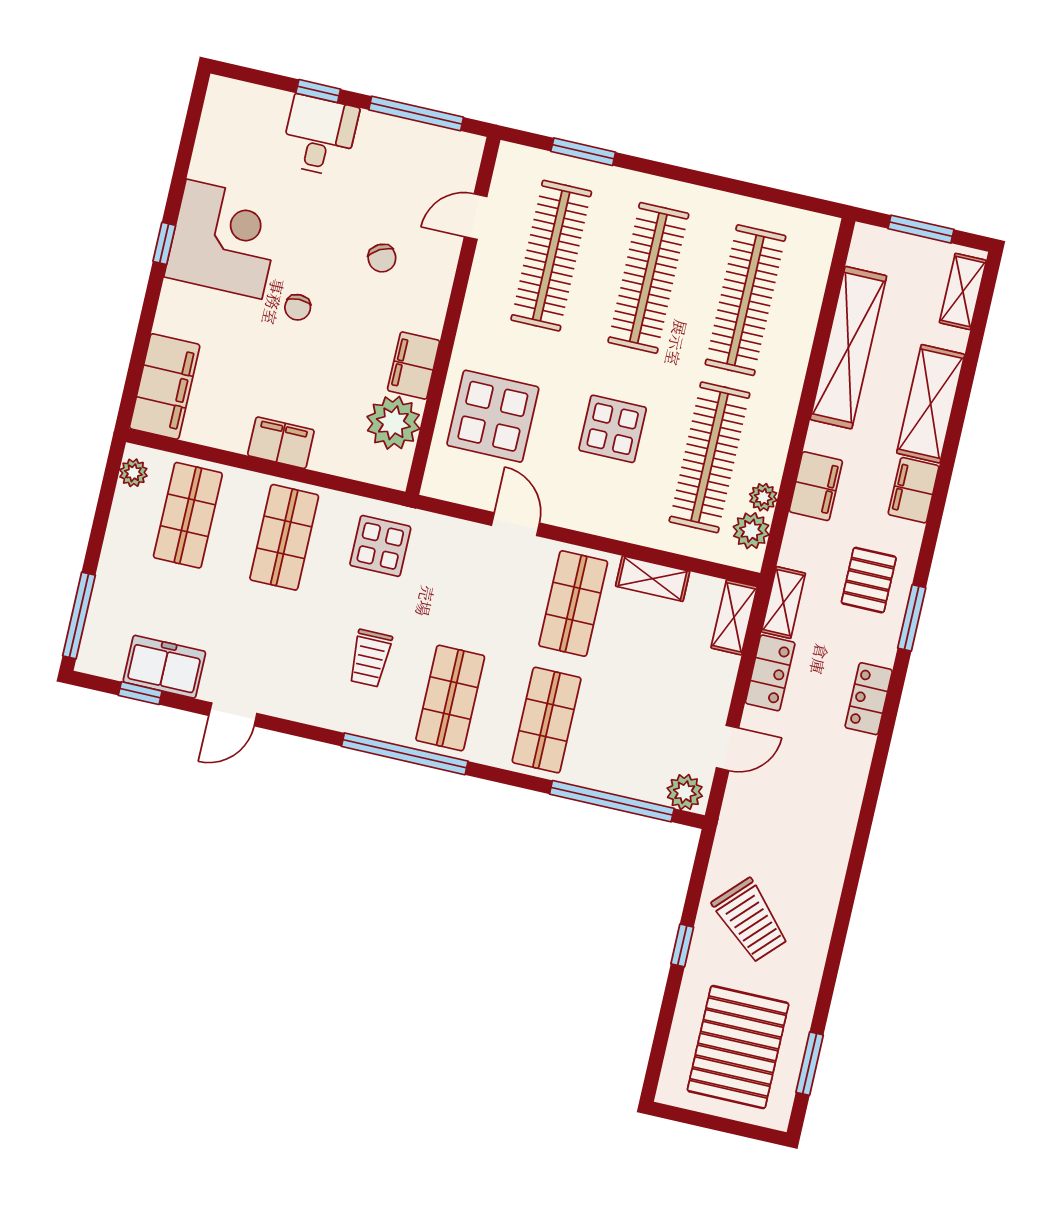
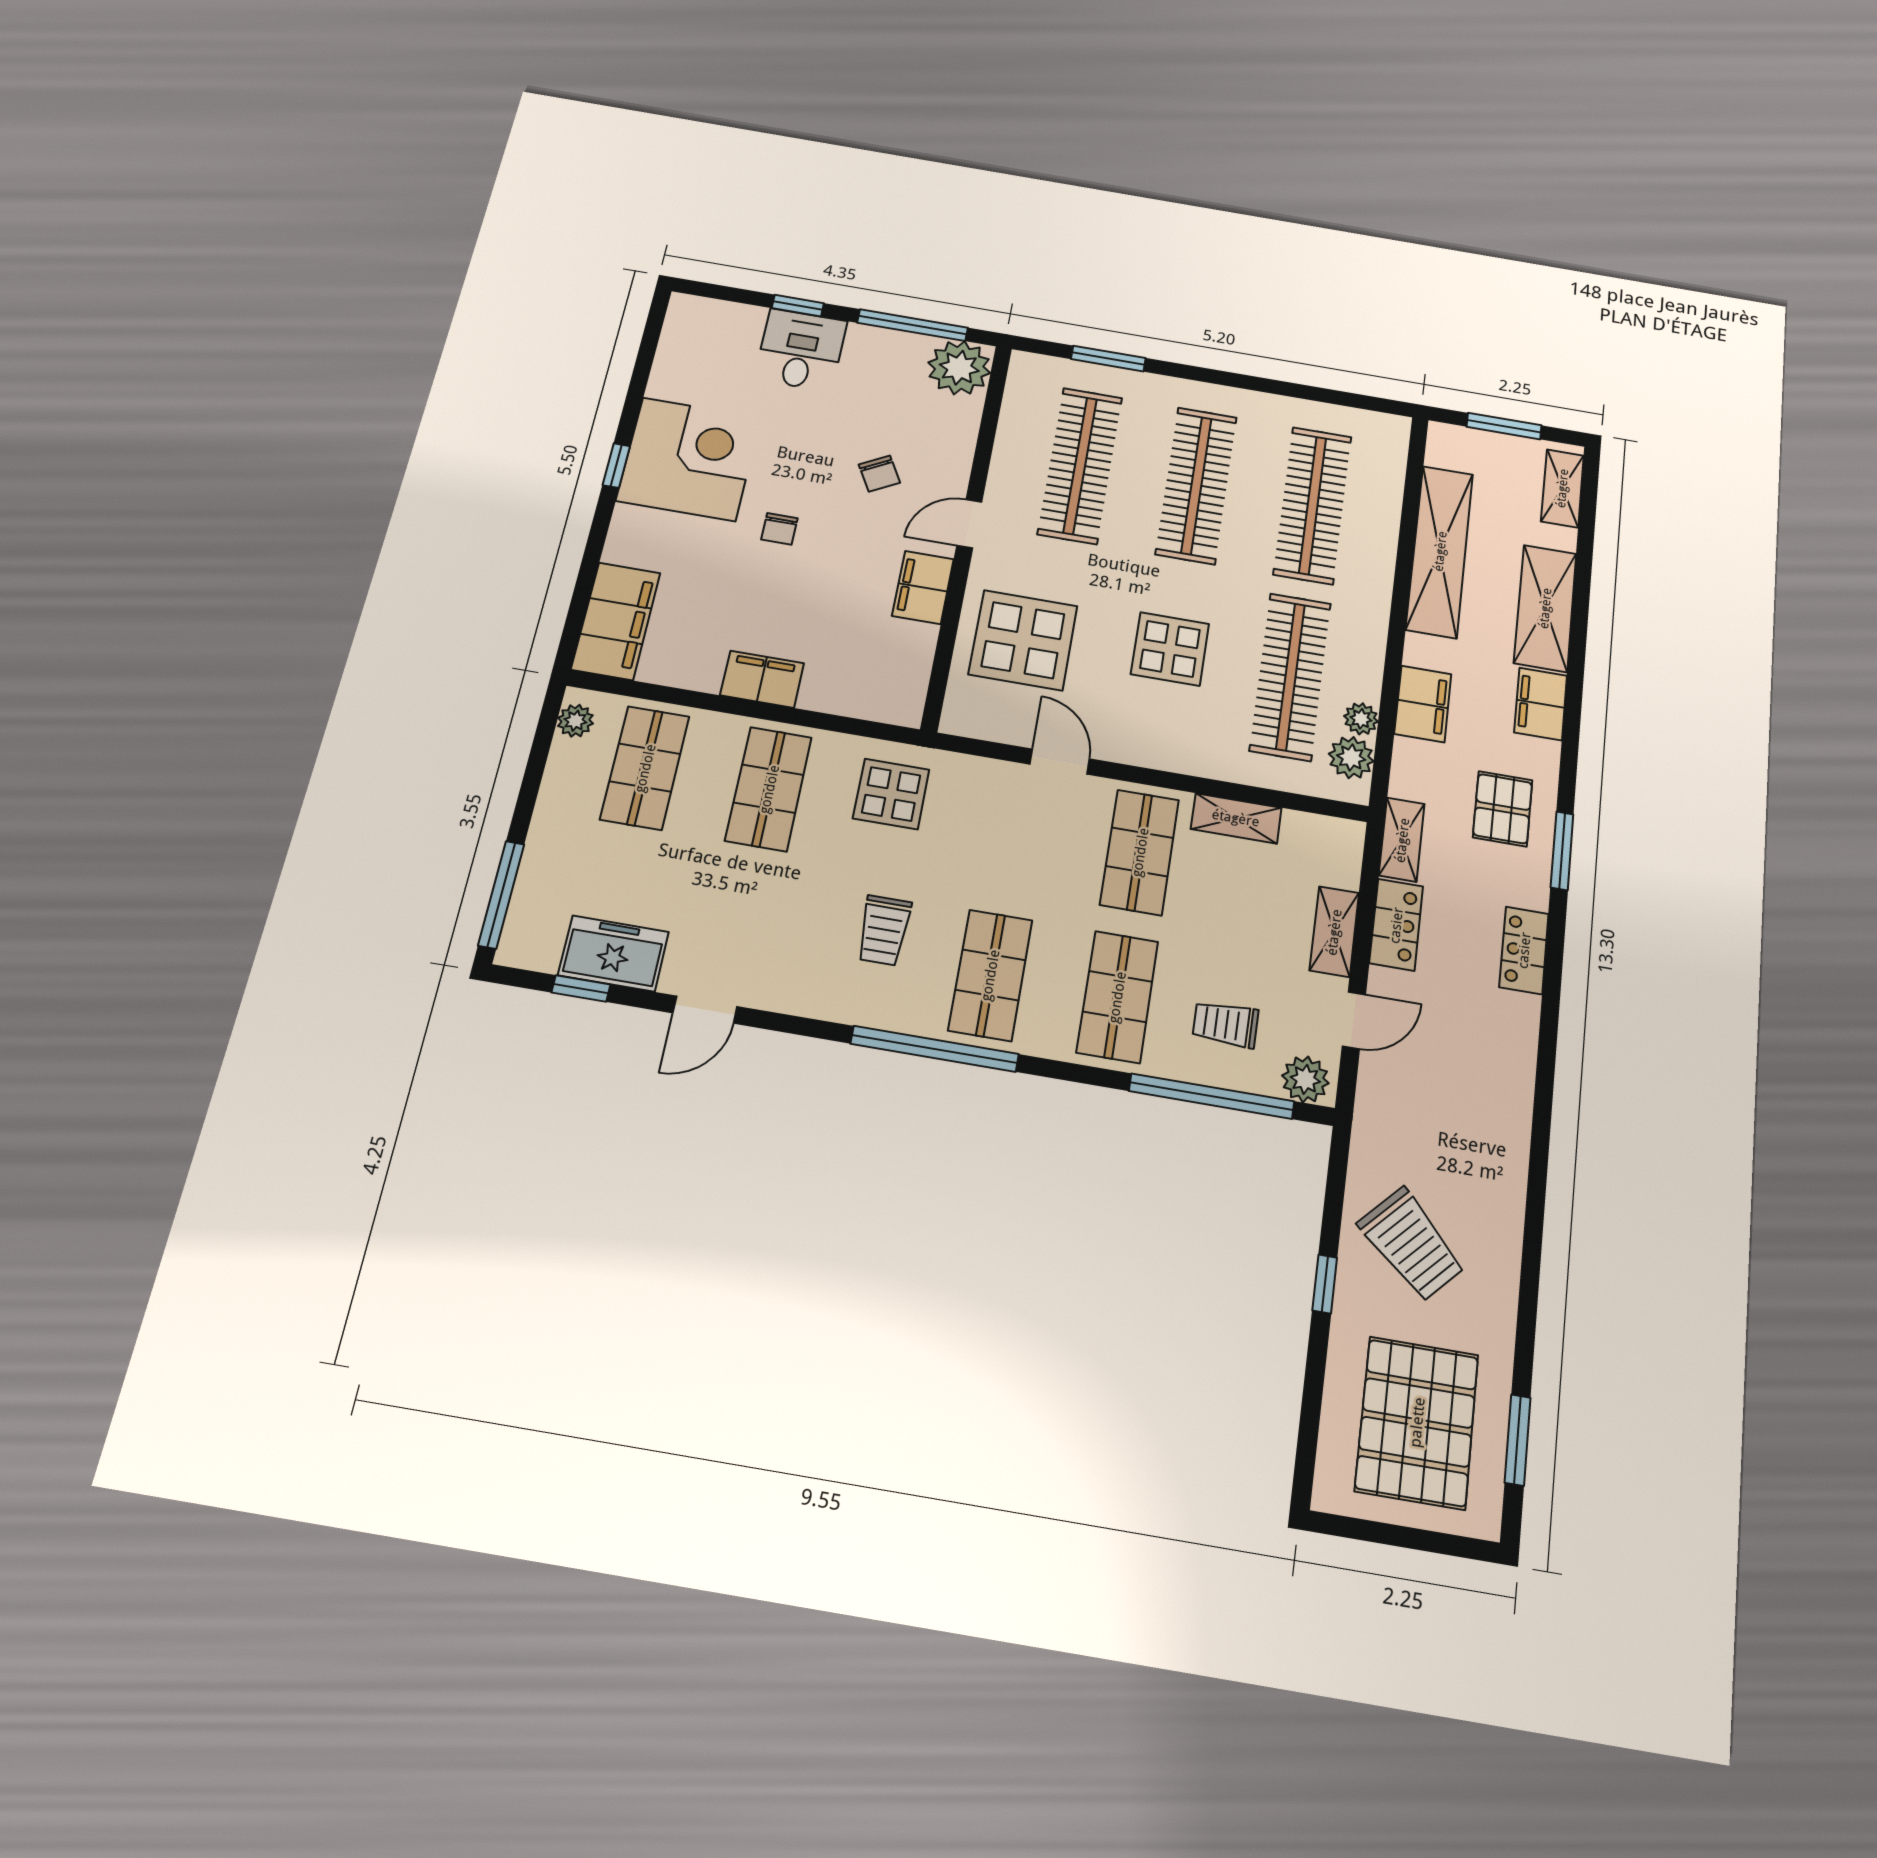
door: (476, 217) -> (969, 524), moved
plant: (393, 423) -> (959, 368), moved
shelving: (734, 617) -> (1334, 932), moved
trolley: (628, 746) -> (1226, 1024), added

